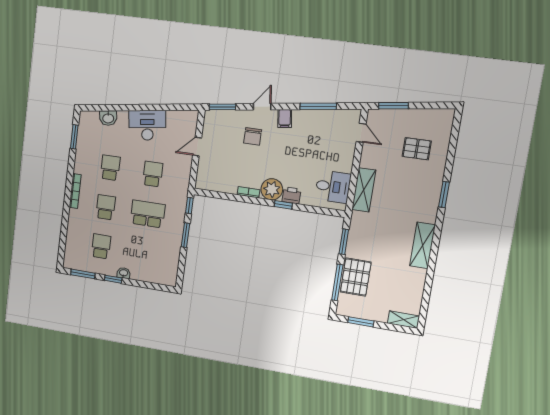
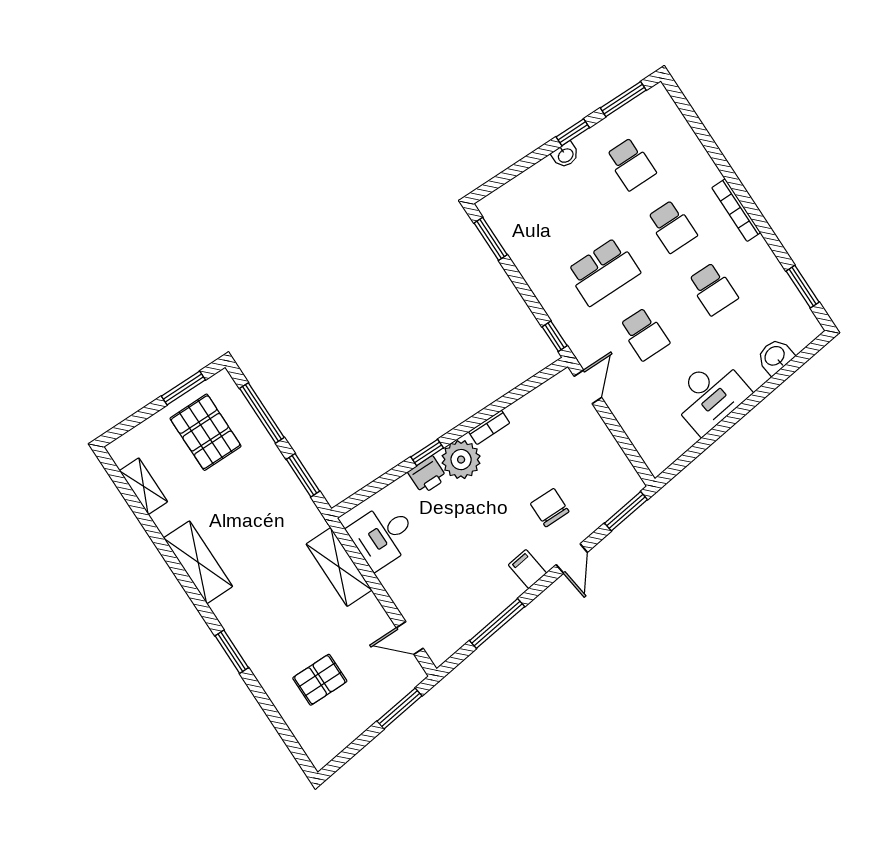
door: (197, 147) -> (588, 387), moved
window: (185, 235) -> (491, 239), moved
pallet: (356, 277) -> (206, 432), moved
shelving: (403, 320) -> (143, 486), moved, turned 90

